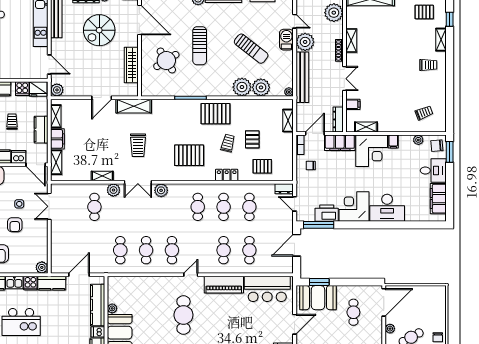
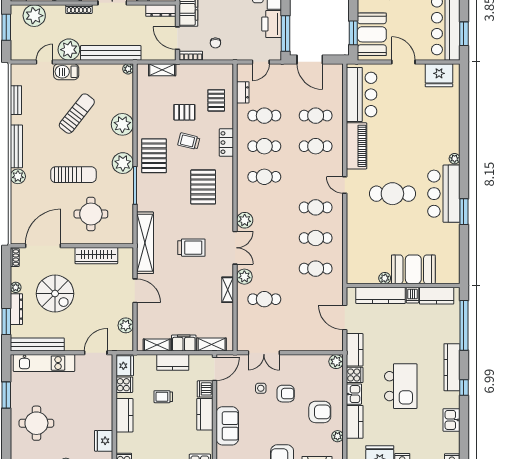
round table: (166, 60) -> (91, 214), turned 32
plant: (261, 87) -> (123, 163), moved
plant: (57, 90) -> (126, 325), moved
shelving: (134, 106) -> (145, 243), width x1.47
dresser: (284, 189) -> (243, 92), moved

